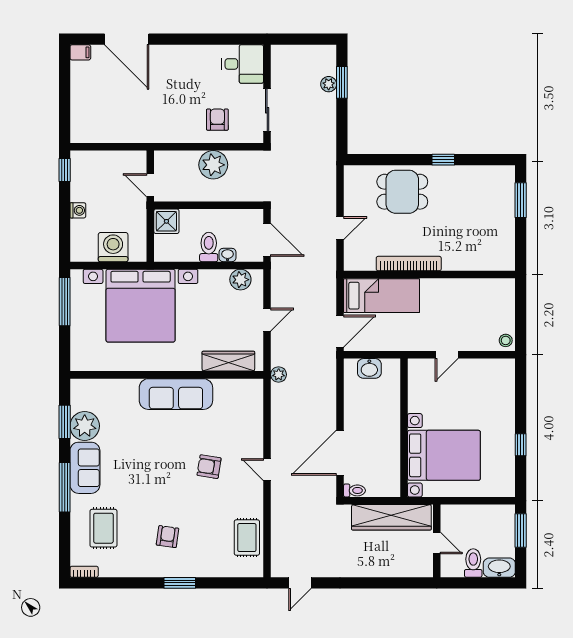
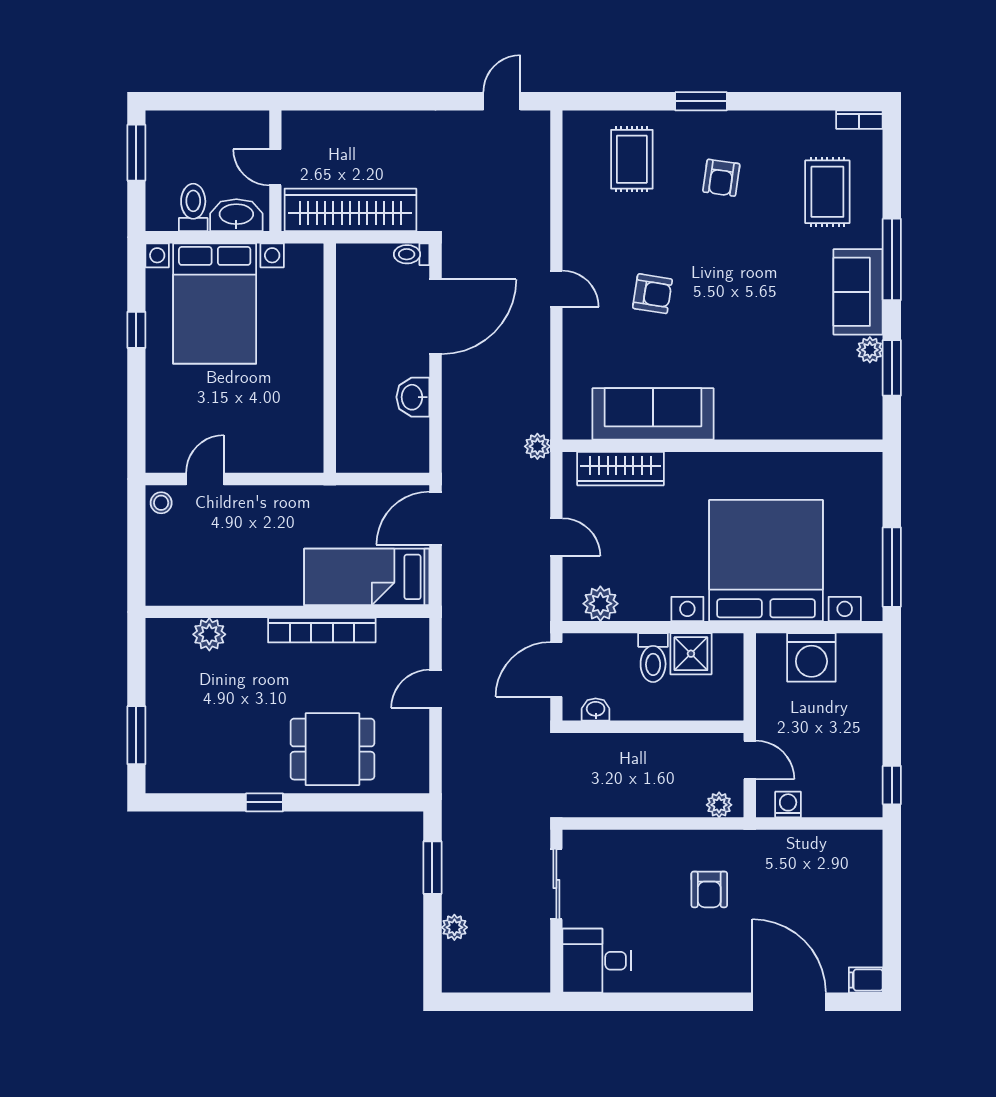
window: (342, 82) -> (432, 868), moved
armchair: (217, 120) -> (709, 889), moved
plant: (213, 165) -> (719, 805), moved, width x0.53, depth x0.53
washing machine: (78, 210) -> (788, 805), moved, turned 90
shower: (166, 221) -> (691, 654), moved
door: (267, 240) -> (556, 669), hinge flipped
washbasin: (228, 255) -> (596, 710), moved, turned 180
plant: (477, 261) -> (209, 634), added
door: (267, 320) -> (556, 537), swing flipped
door: (447, 355) -> (205, 479), moved
washbasin: (369, 368) -> (413, 397), moved, turned -90
sofa: (176, 394) -> (653, 414), moved
plant: (85, 426) -> (870, 350), width x0.53, depth x0.53
bed with nightstands: (444, 455) -> (215, 303), moved, turned -90
window: (521, 530) -> (136, 153), moved
rug: (247, 538) -> (632, 159), moved
toilet: (473, 563) -> (193, 207), moved, turned 180
washbasin: (499, 568) -> (236, 215), moved, turned 180

